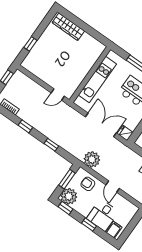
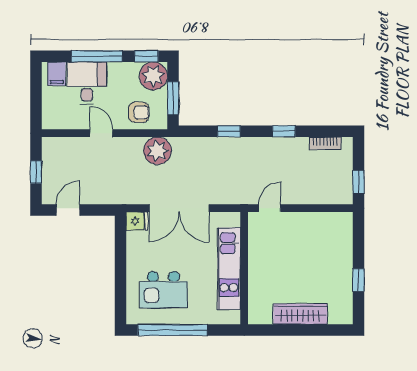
wardrobe: (68, 27) -> (300, 314), moved
window: (30, 44) -> (359, 280), moved
window: (89, 225) -> (97, 56), width x2.17

